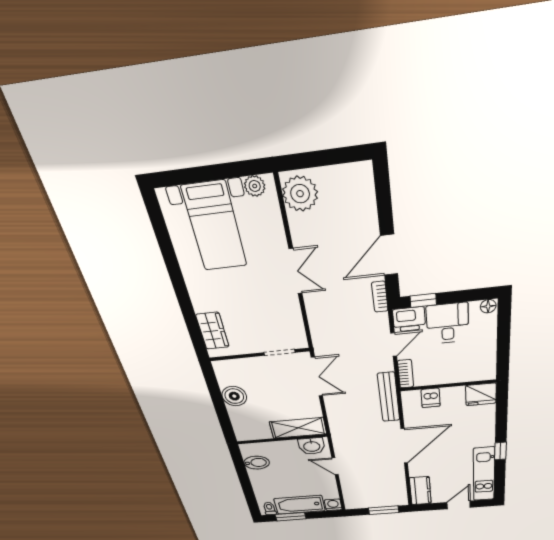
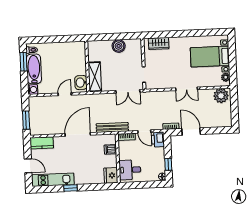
window: (423, 300) -> (168, 164), moved
desk: (448, 323) -> (130, 170), moved, turned 180
door: (404, 446) -> (78, 134), swing flipped
bidet: (257, 463) -> (70, 49), removed

